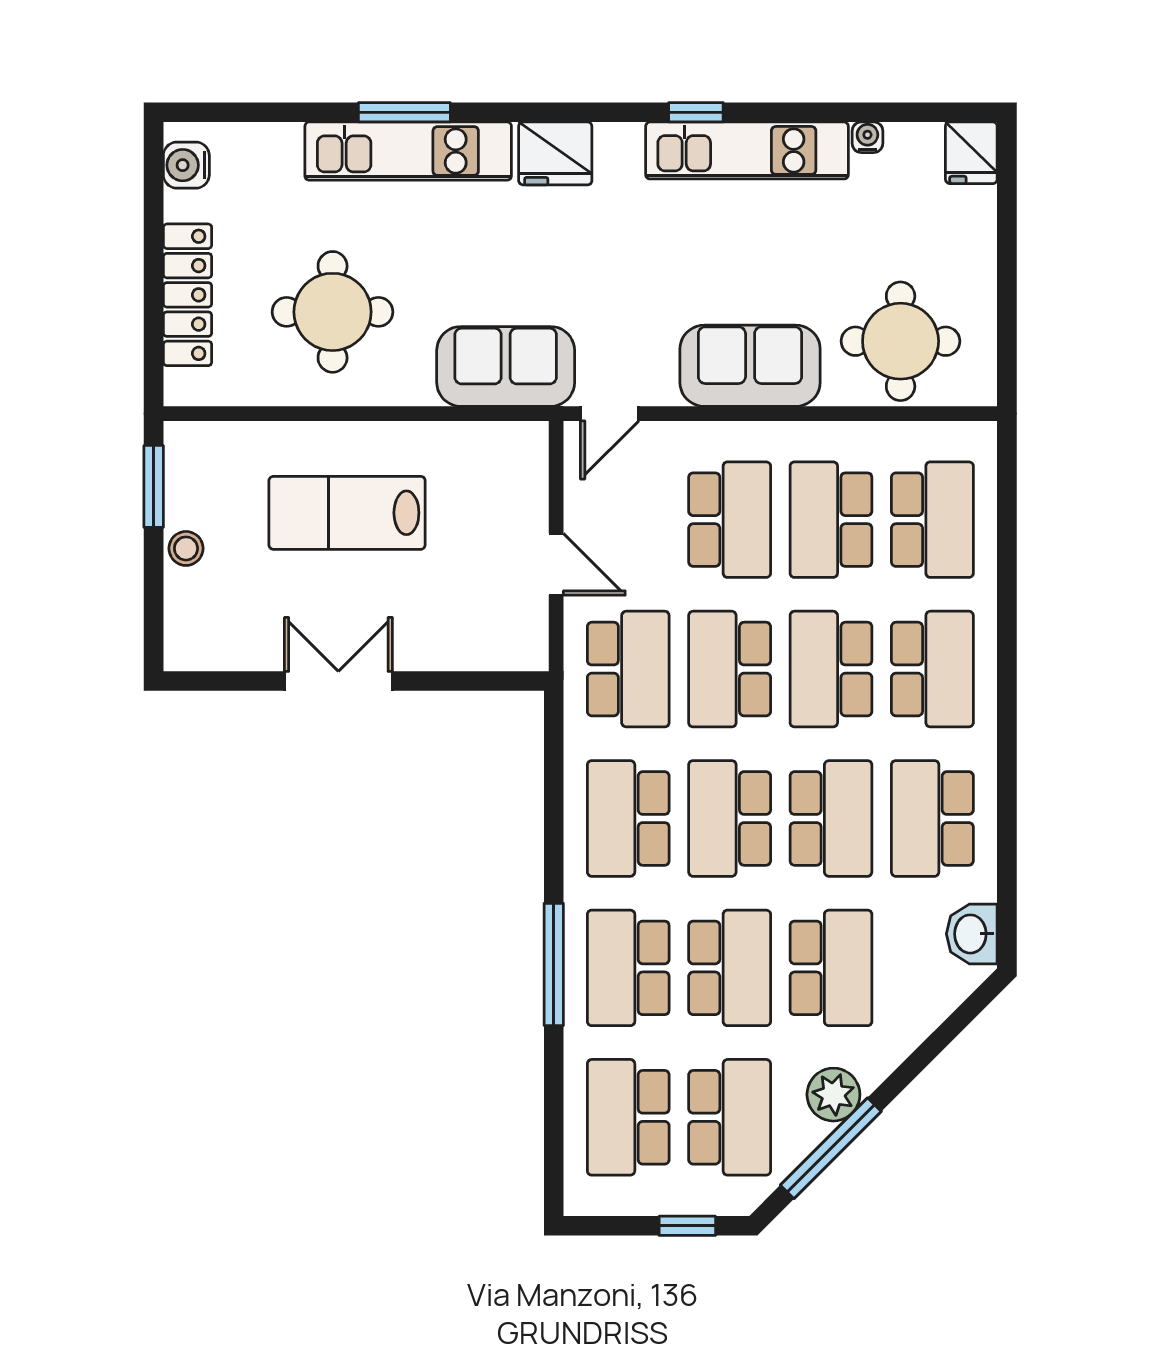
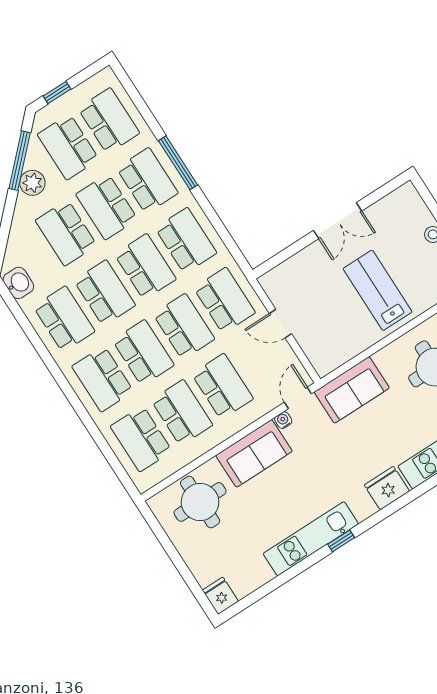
water cooler: (867, 137) -> (283, 420), moved, turned 180
lab bench: (347, 513) -> (378, 290), turned -90
school desk: (730, 520) -> (222, 386), turned 180
school desk: (628, 669) -> (224, 300), turned 180
school desk: (831, 818) -> (105, 293), turned 180

